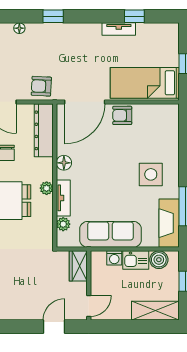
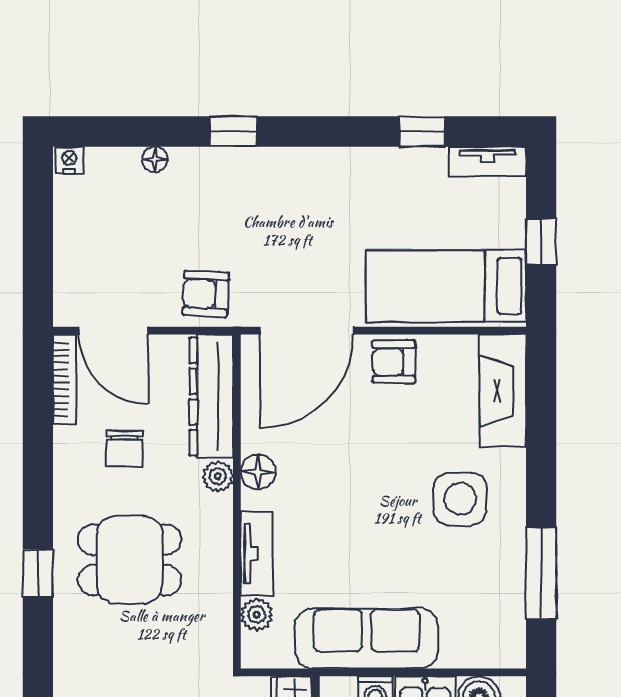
tv unit: (119, 29) -> (487, 161), moved
plant: (47, 188) -> (218, 476), moved
fireplace: (169, 223) -> (503, 391), moved

